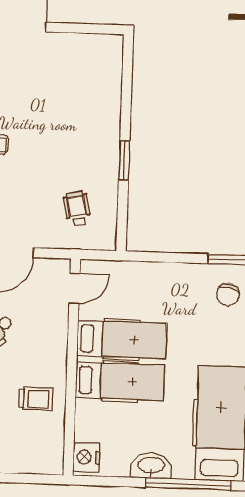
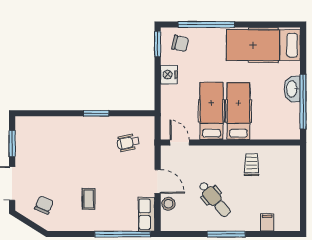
window: (82, 28) -> (12, 144), added
nightstand: (86, 457) -> (169, 75), moved, turned 90
window: (188, 484) -> (303, 102), moved

